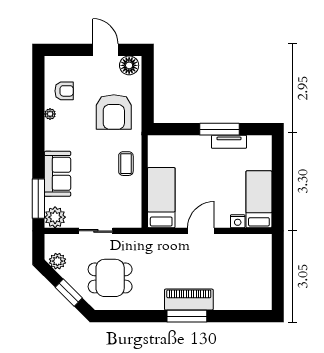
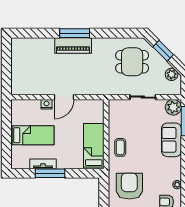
bed: (161, 198) -> (94, 146), moved, turned 180
bed: (259, 199) -> (32, 135), moved, turned -90
nightstand: (238, 221) -> (47, 104), moved

